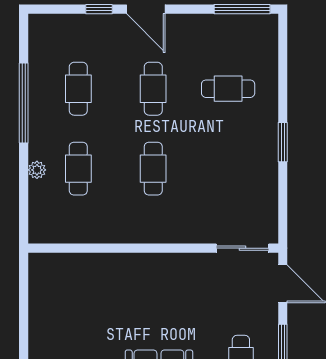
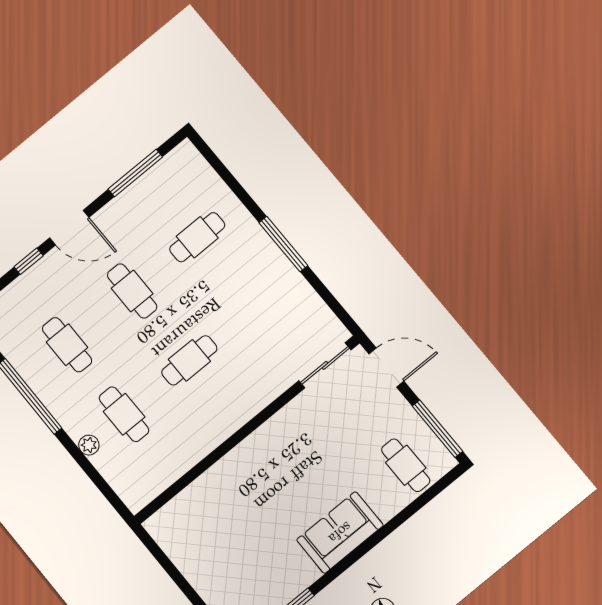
window: (242, 9) -> (135, 173), moved
window: (283, 142) -> (283, 244), width x1.44
cafe table: (153, 169) -> (189, 360), turned 90

